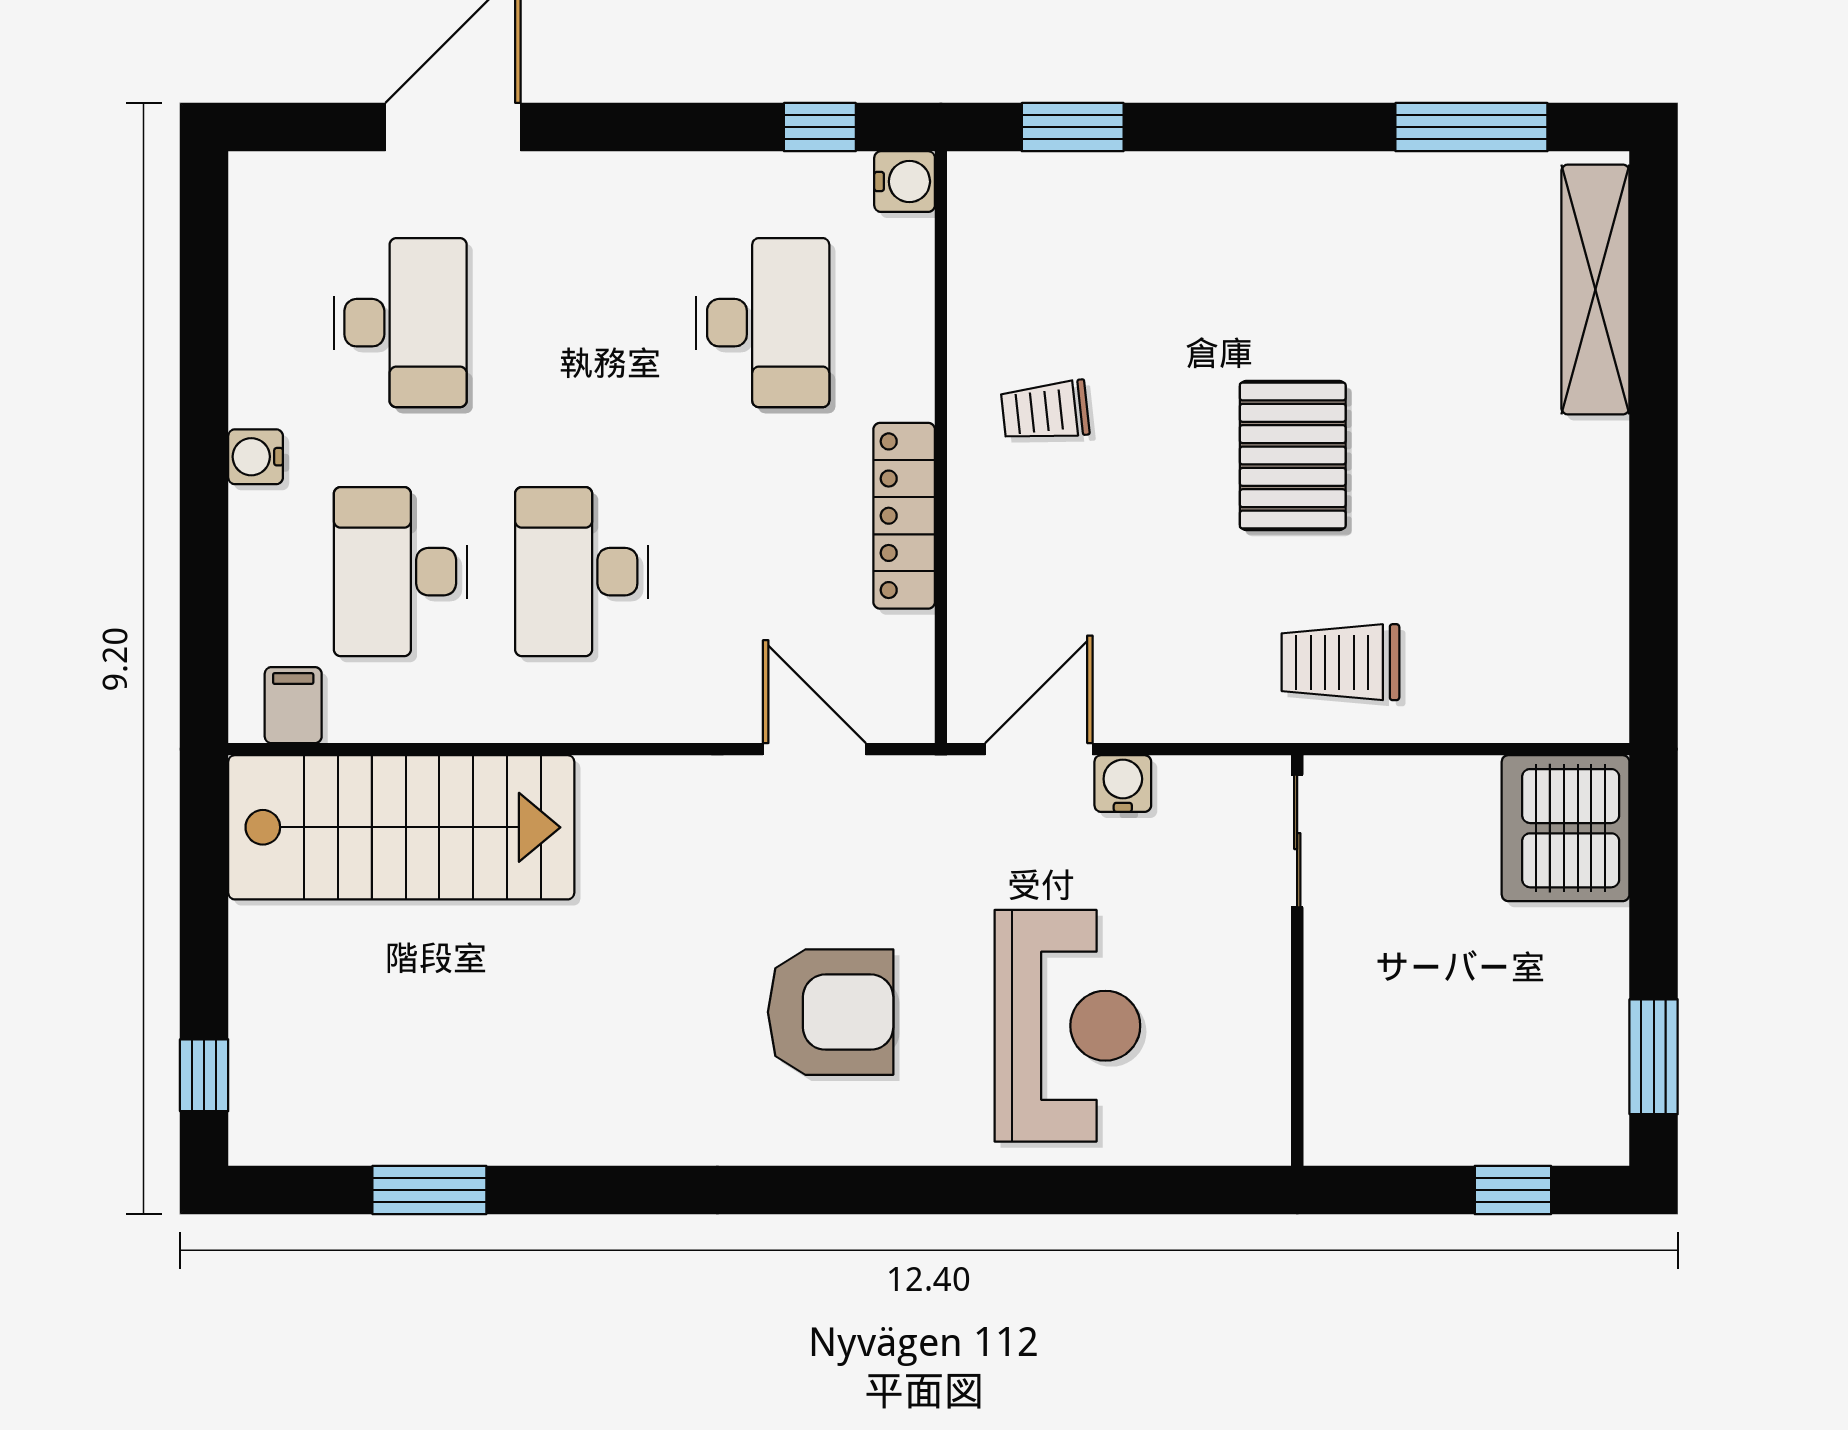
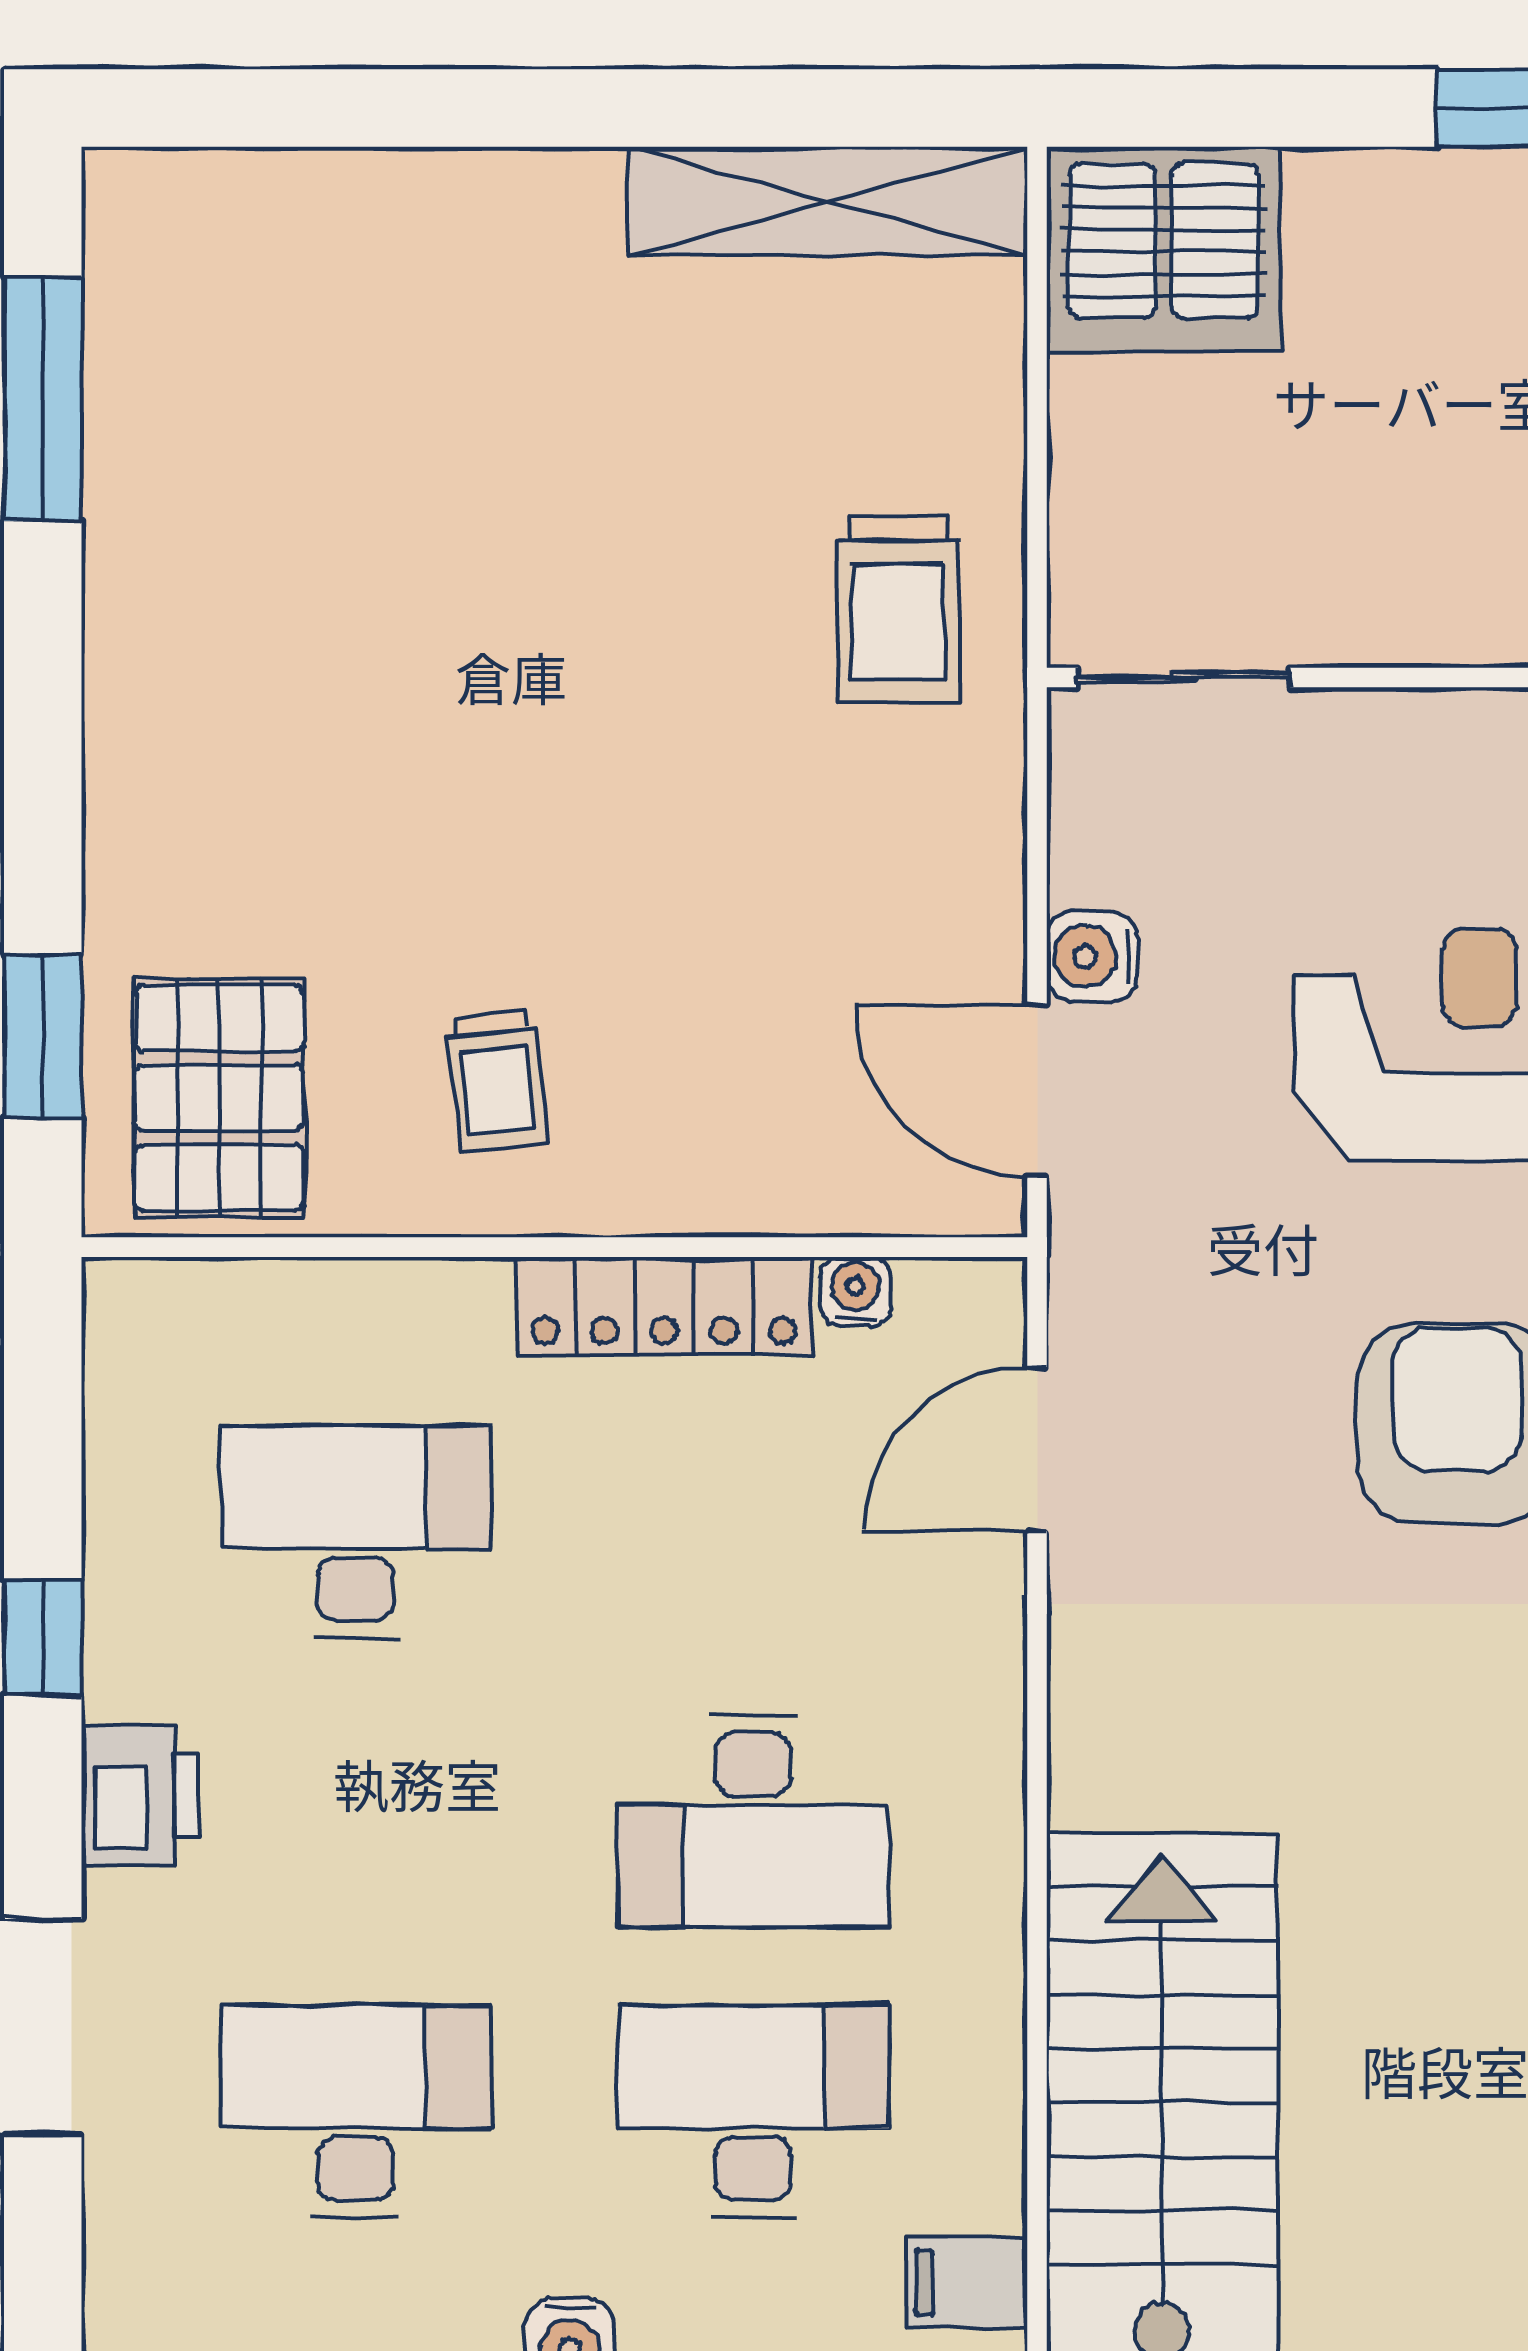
window: (820, 127) -> (43, 1637), moved
water cooler: (905, 182) -> (855, 1292), moved, width x0.72, depth x0.72
printer: (598, 188) -> (139, 1795), added
shelving: (1595, 290) -> (828, 201), moved
pallet: (1293, 456) -> (219, 1098), moved, turned 90
desk: (400, 572) -> (753, 2111), turned 180

